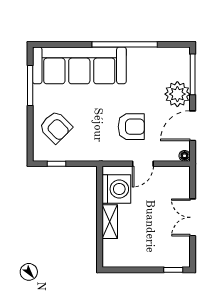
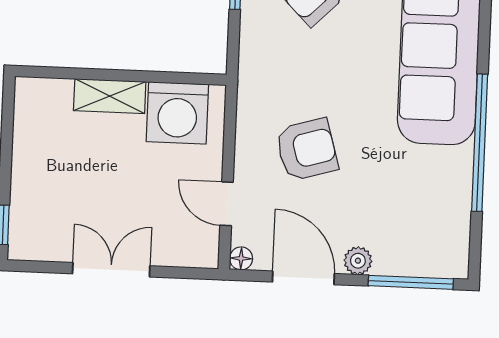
plant: (177, 94) -> (358, 261), width x0.53, depth x0.53
armchair: (131, 127) -> (307, 150), turned -106
door: (143, 164) -> (227, 204), moved

